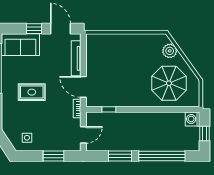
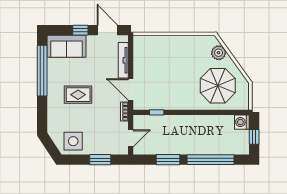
side table: (27, 138) -> (73, 141), width x1.87, depth x1.87

